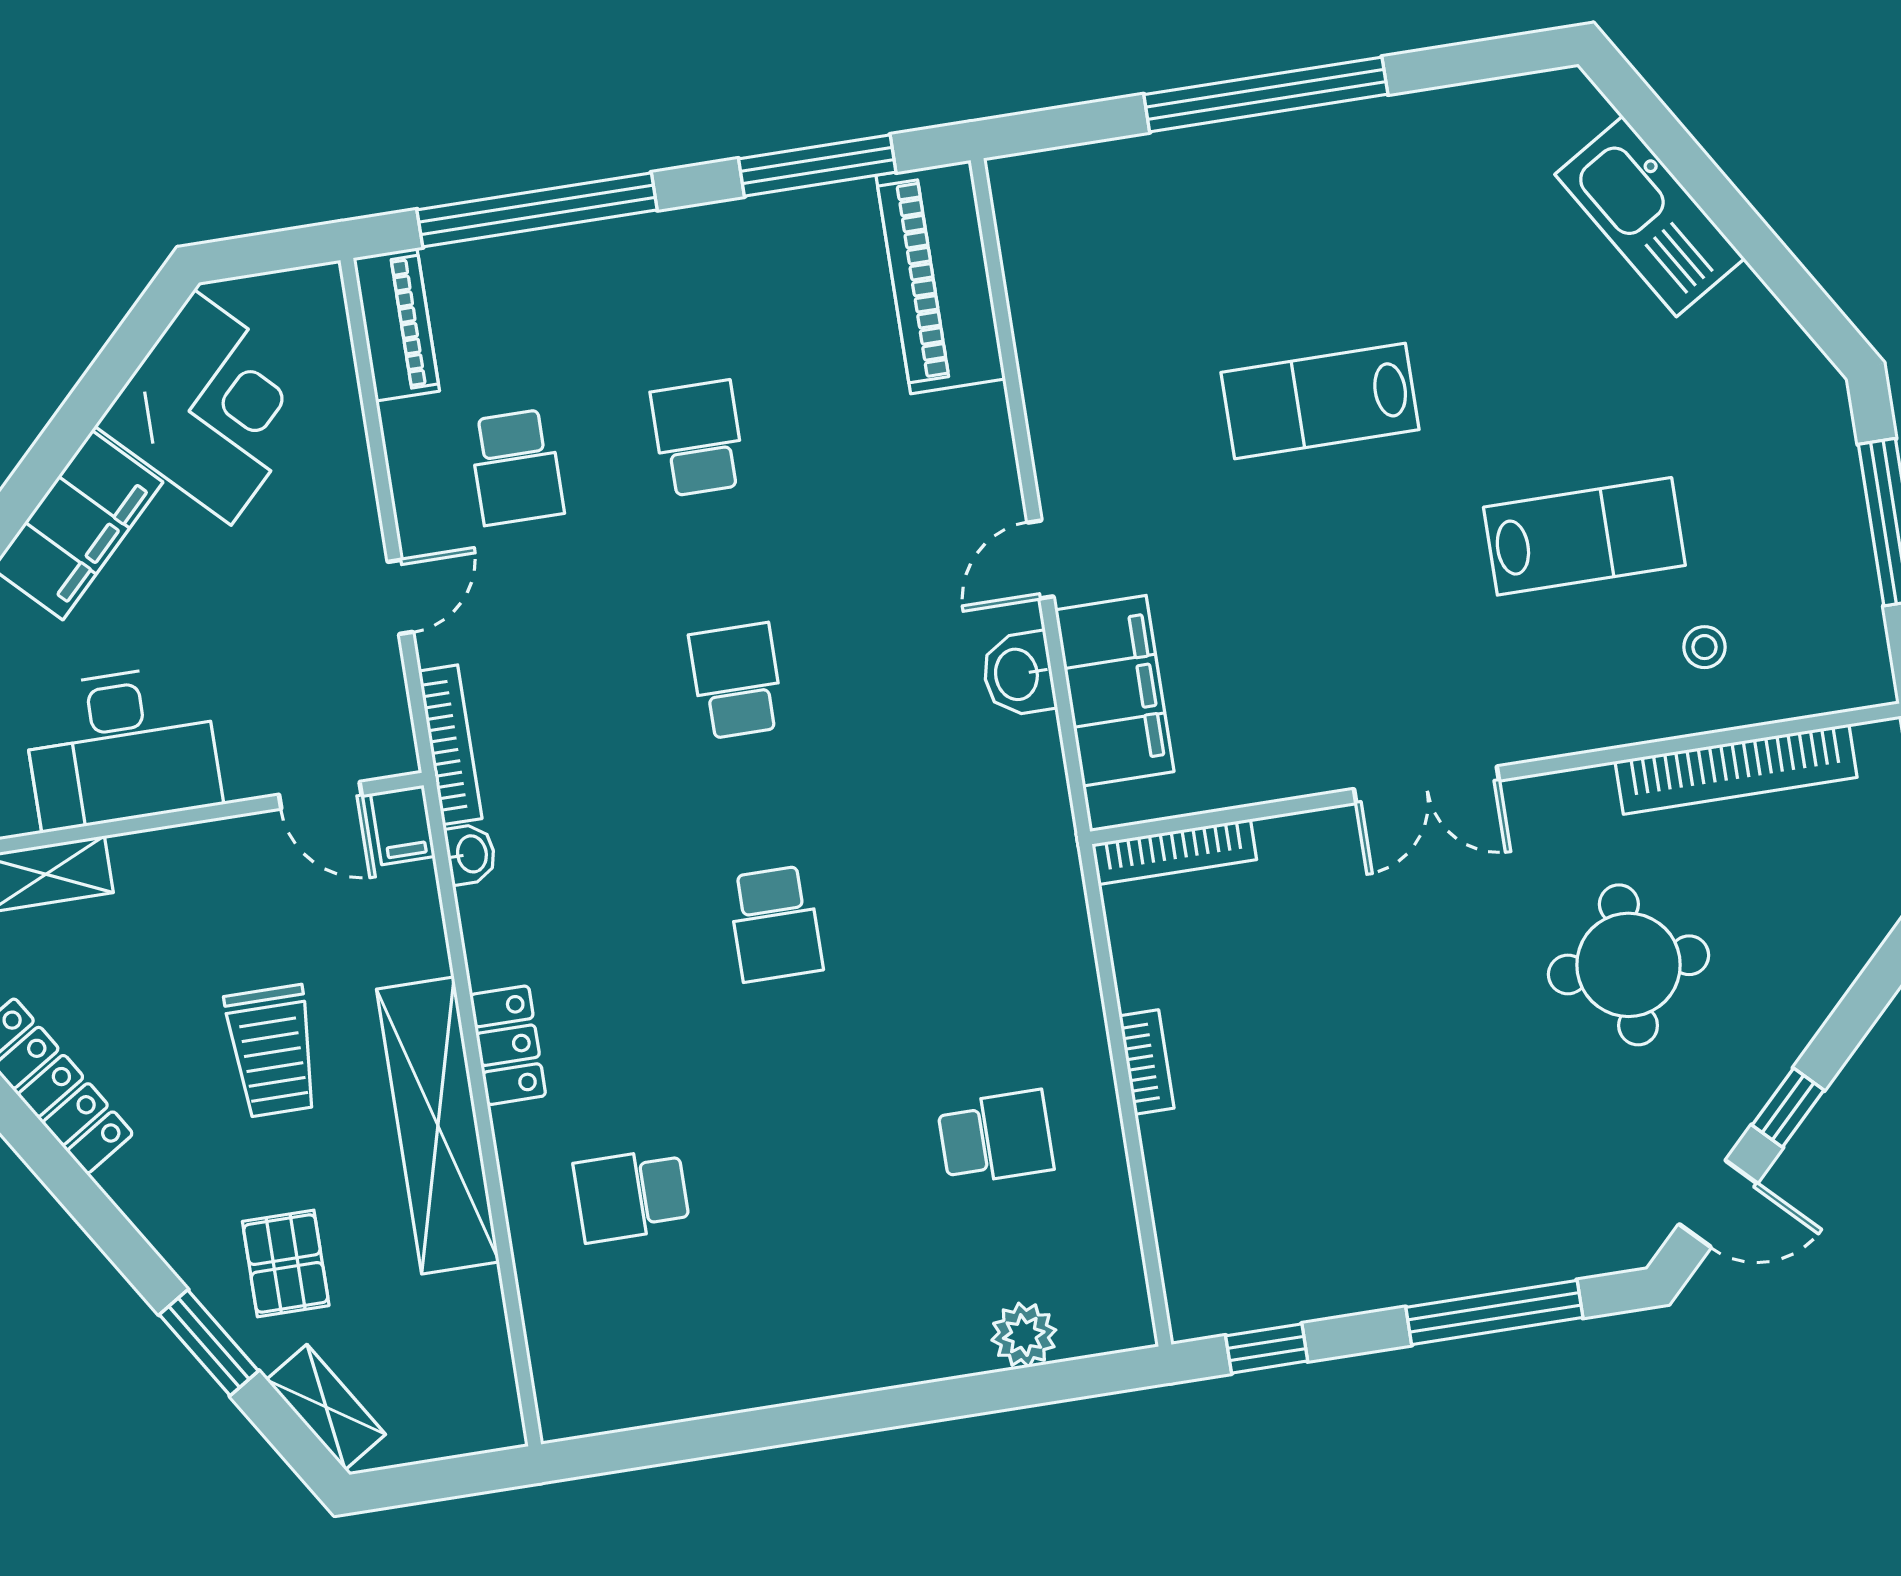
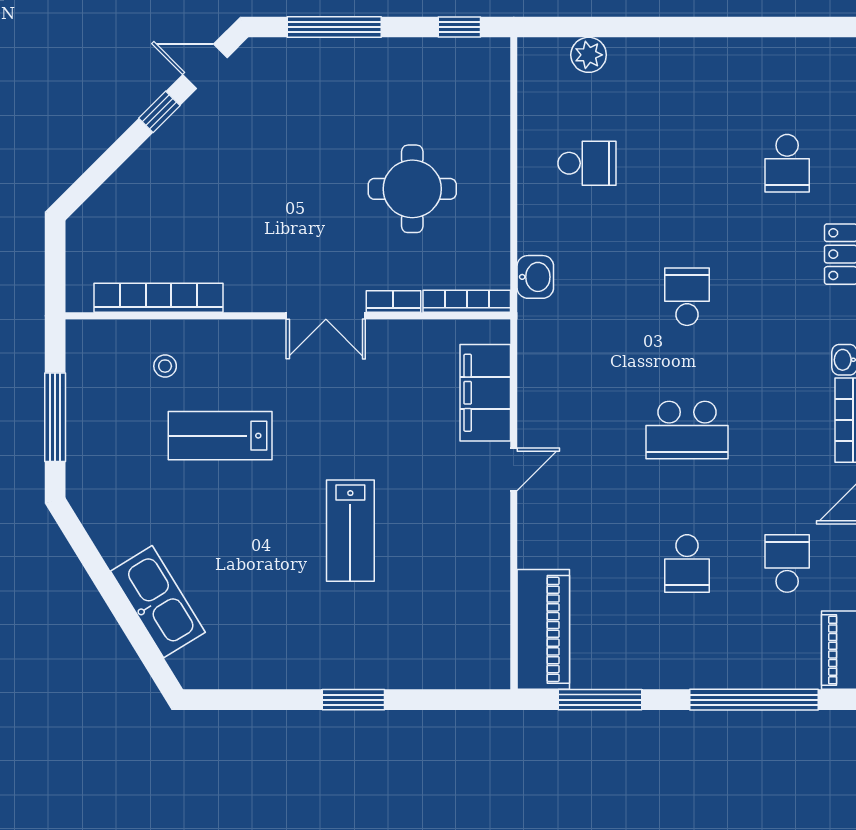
window: (1266, 94) -> (353, 700), width x0.47
lab bench: (1320, 401) -> (350, 531), turned 90
washbasin: (1018, 674) -> (535, 277), moved
school desk: (737, 681) -> (687, 430), width x1.85
double door: (1427, 785) -> (326, 316), swing flipped
round table: (1628, 965) -> (412, 189), moved
bookcase: (1147, 1062) -> (393, 302), moved, turned 90
school desk: (996, 1137) -> (587, 163), turned 180
school desk: (632, 1195) -> (787, 163), turned 90

